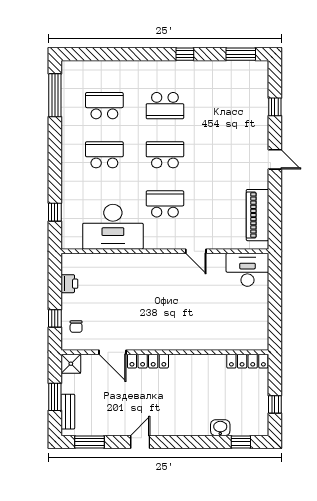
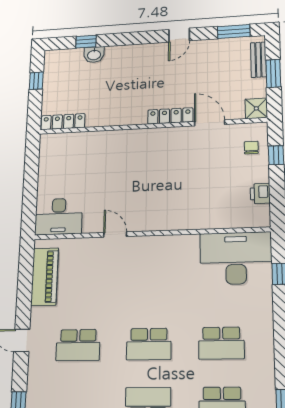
school desk: (165, 204) -> (78, 345), moved
desk: (113, 227) -> (236, 258), moved
window: (241, 442) -> (86, 42), moved

